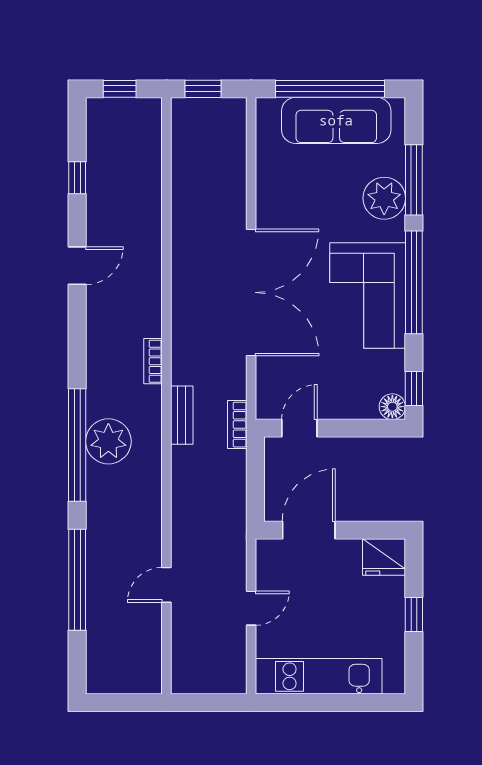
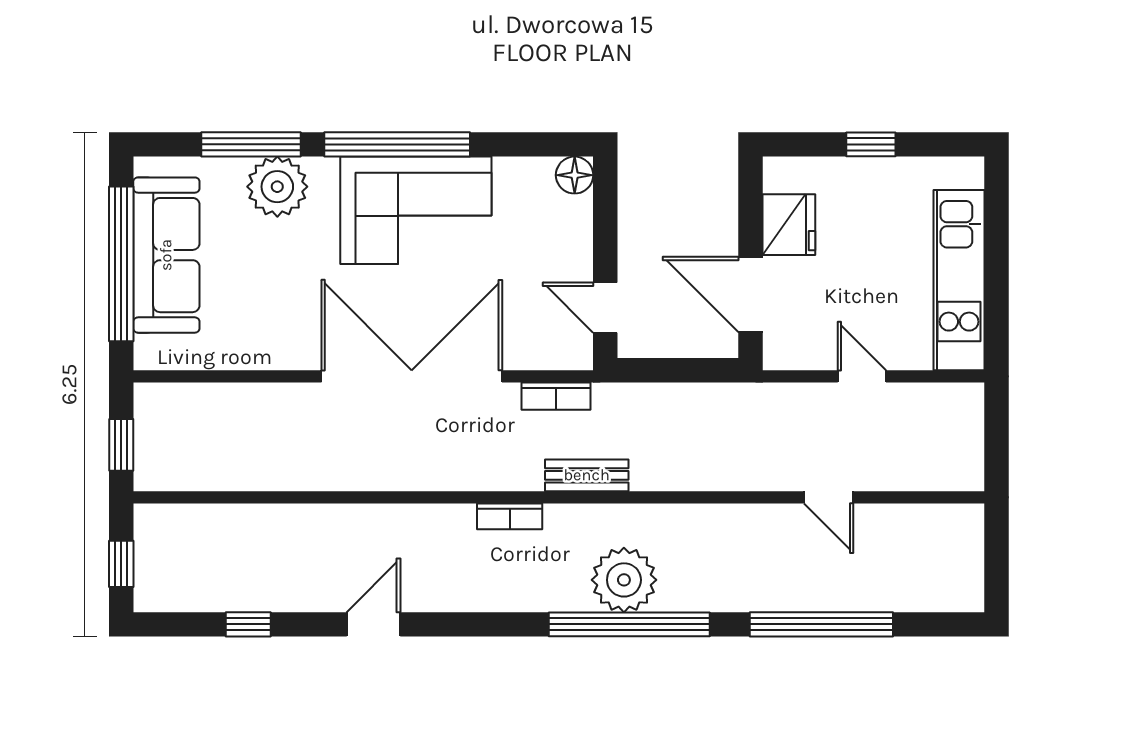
door: (77, 266) -> (373, 624), hinge flipped
window: (414, 388) -> (549, 144), removed
bookcase: (237, 425) -> (556, 396), moved
fridge: (384, 557) -> (789, 225), moved

